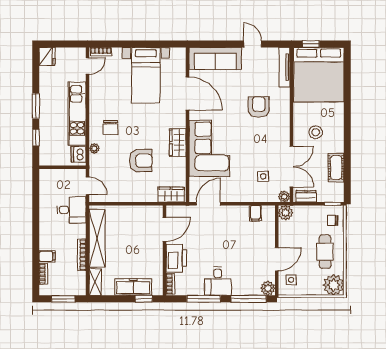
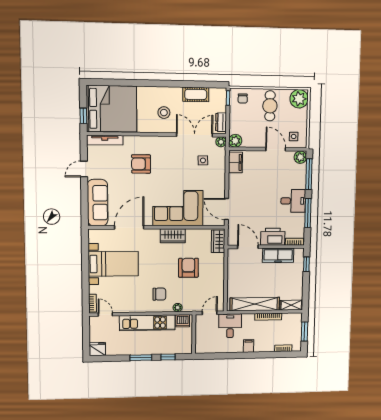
filing cabinet: (255, 213) -> (235, 162), width x2.00
cafe table: (325, 252) -> (270, 106), turned 90
filing cabinet: (47, 256) -> (248, 346), moved
freezer: (133, 287) -> (278, 255), moved, turned -90

